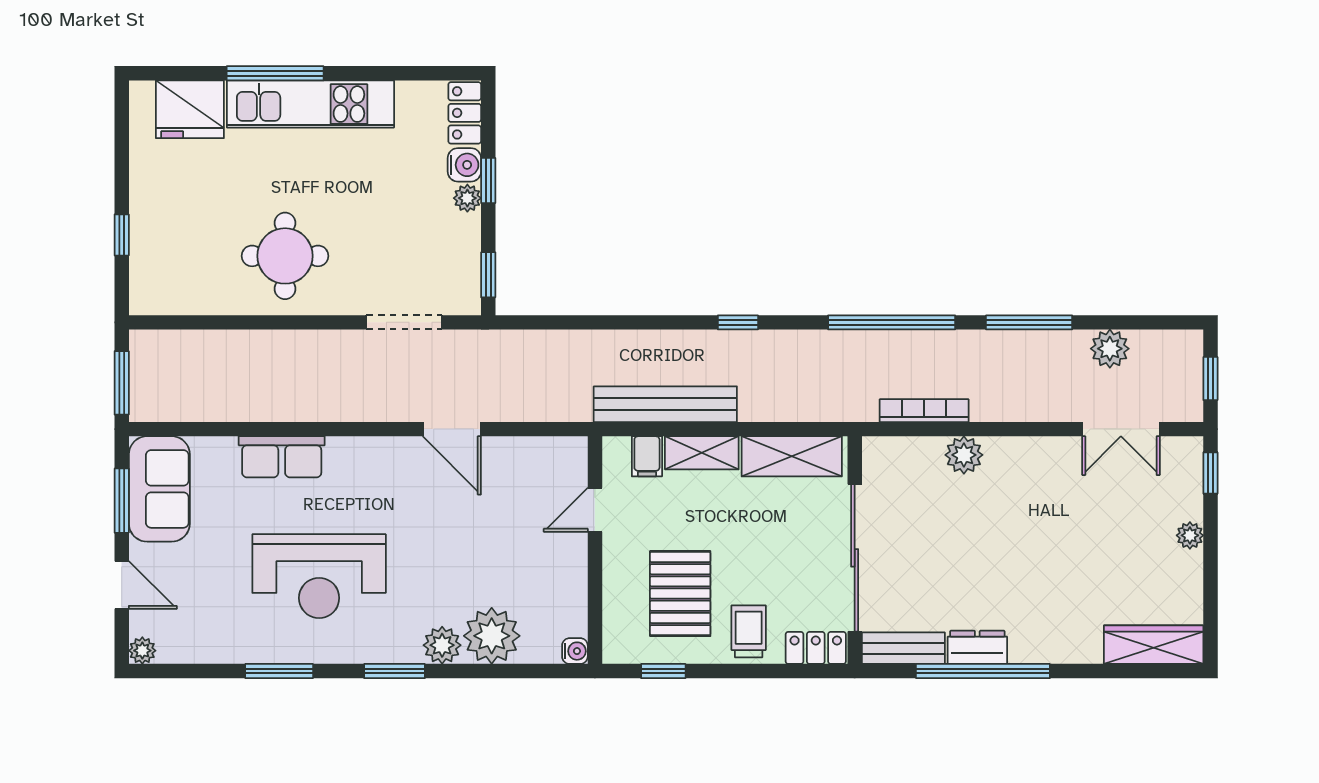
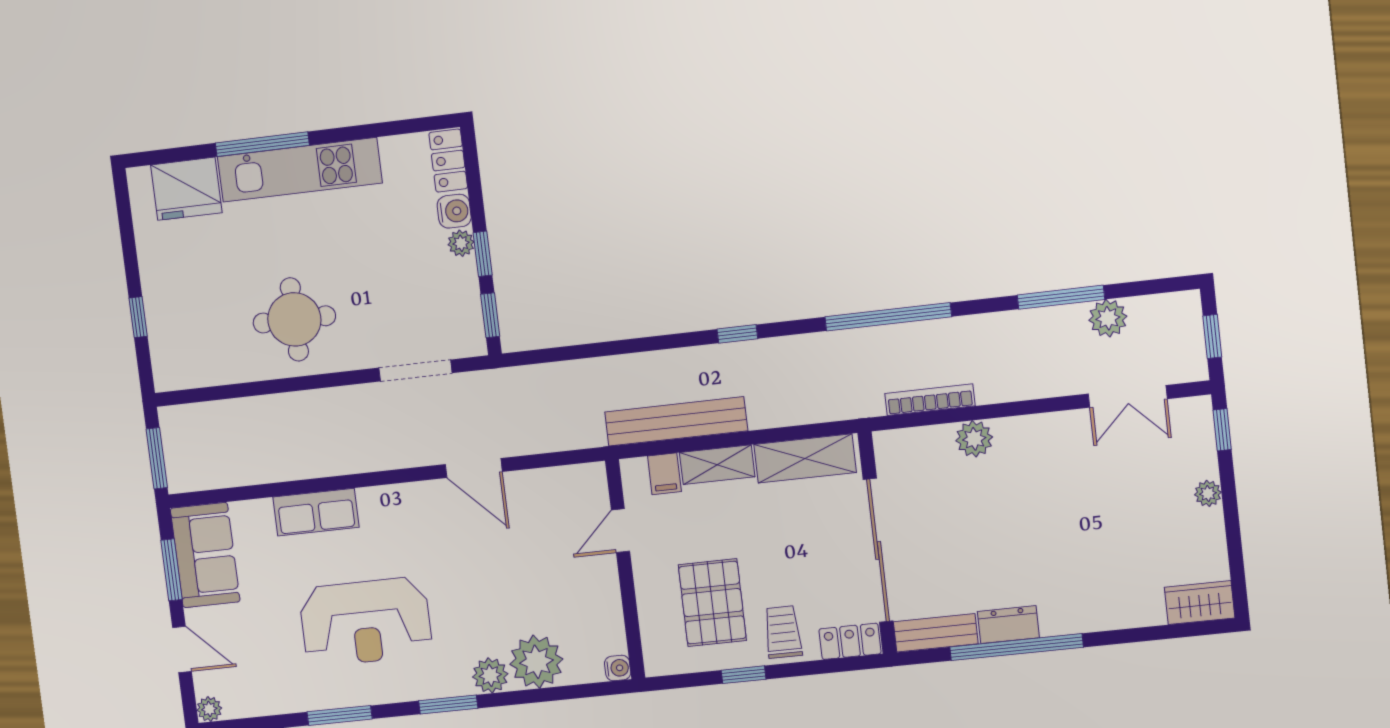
window: (488, 181) -> (483, 254), moved
window: (1029, 322) -> (1061, 297), moved
wardrobe: (1154, 645) -> (1200, 603), width x0.67
window: (663, 671) -> (744, 675), moved

